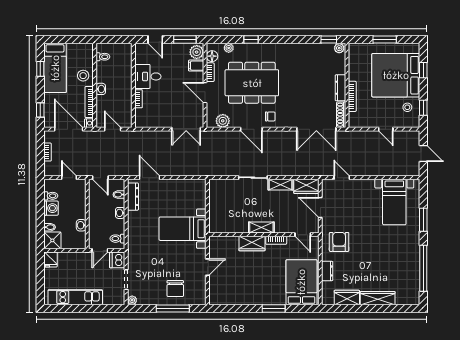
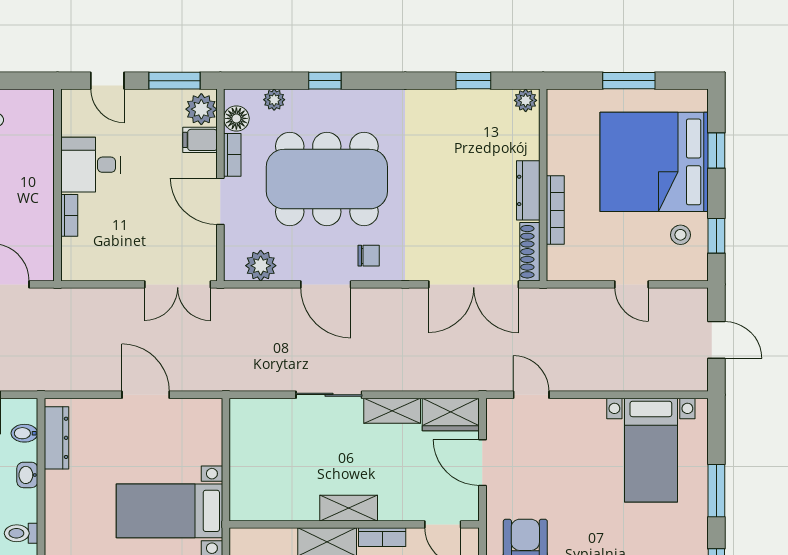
window: (329, 40) -> (473, 81), moved
door: (150, 178) -> (146, 395), moved

